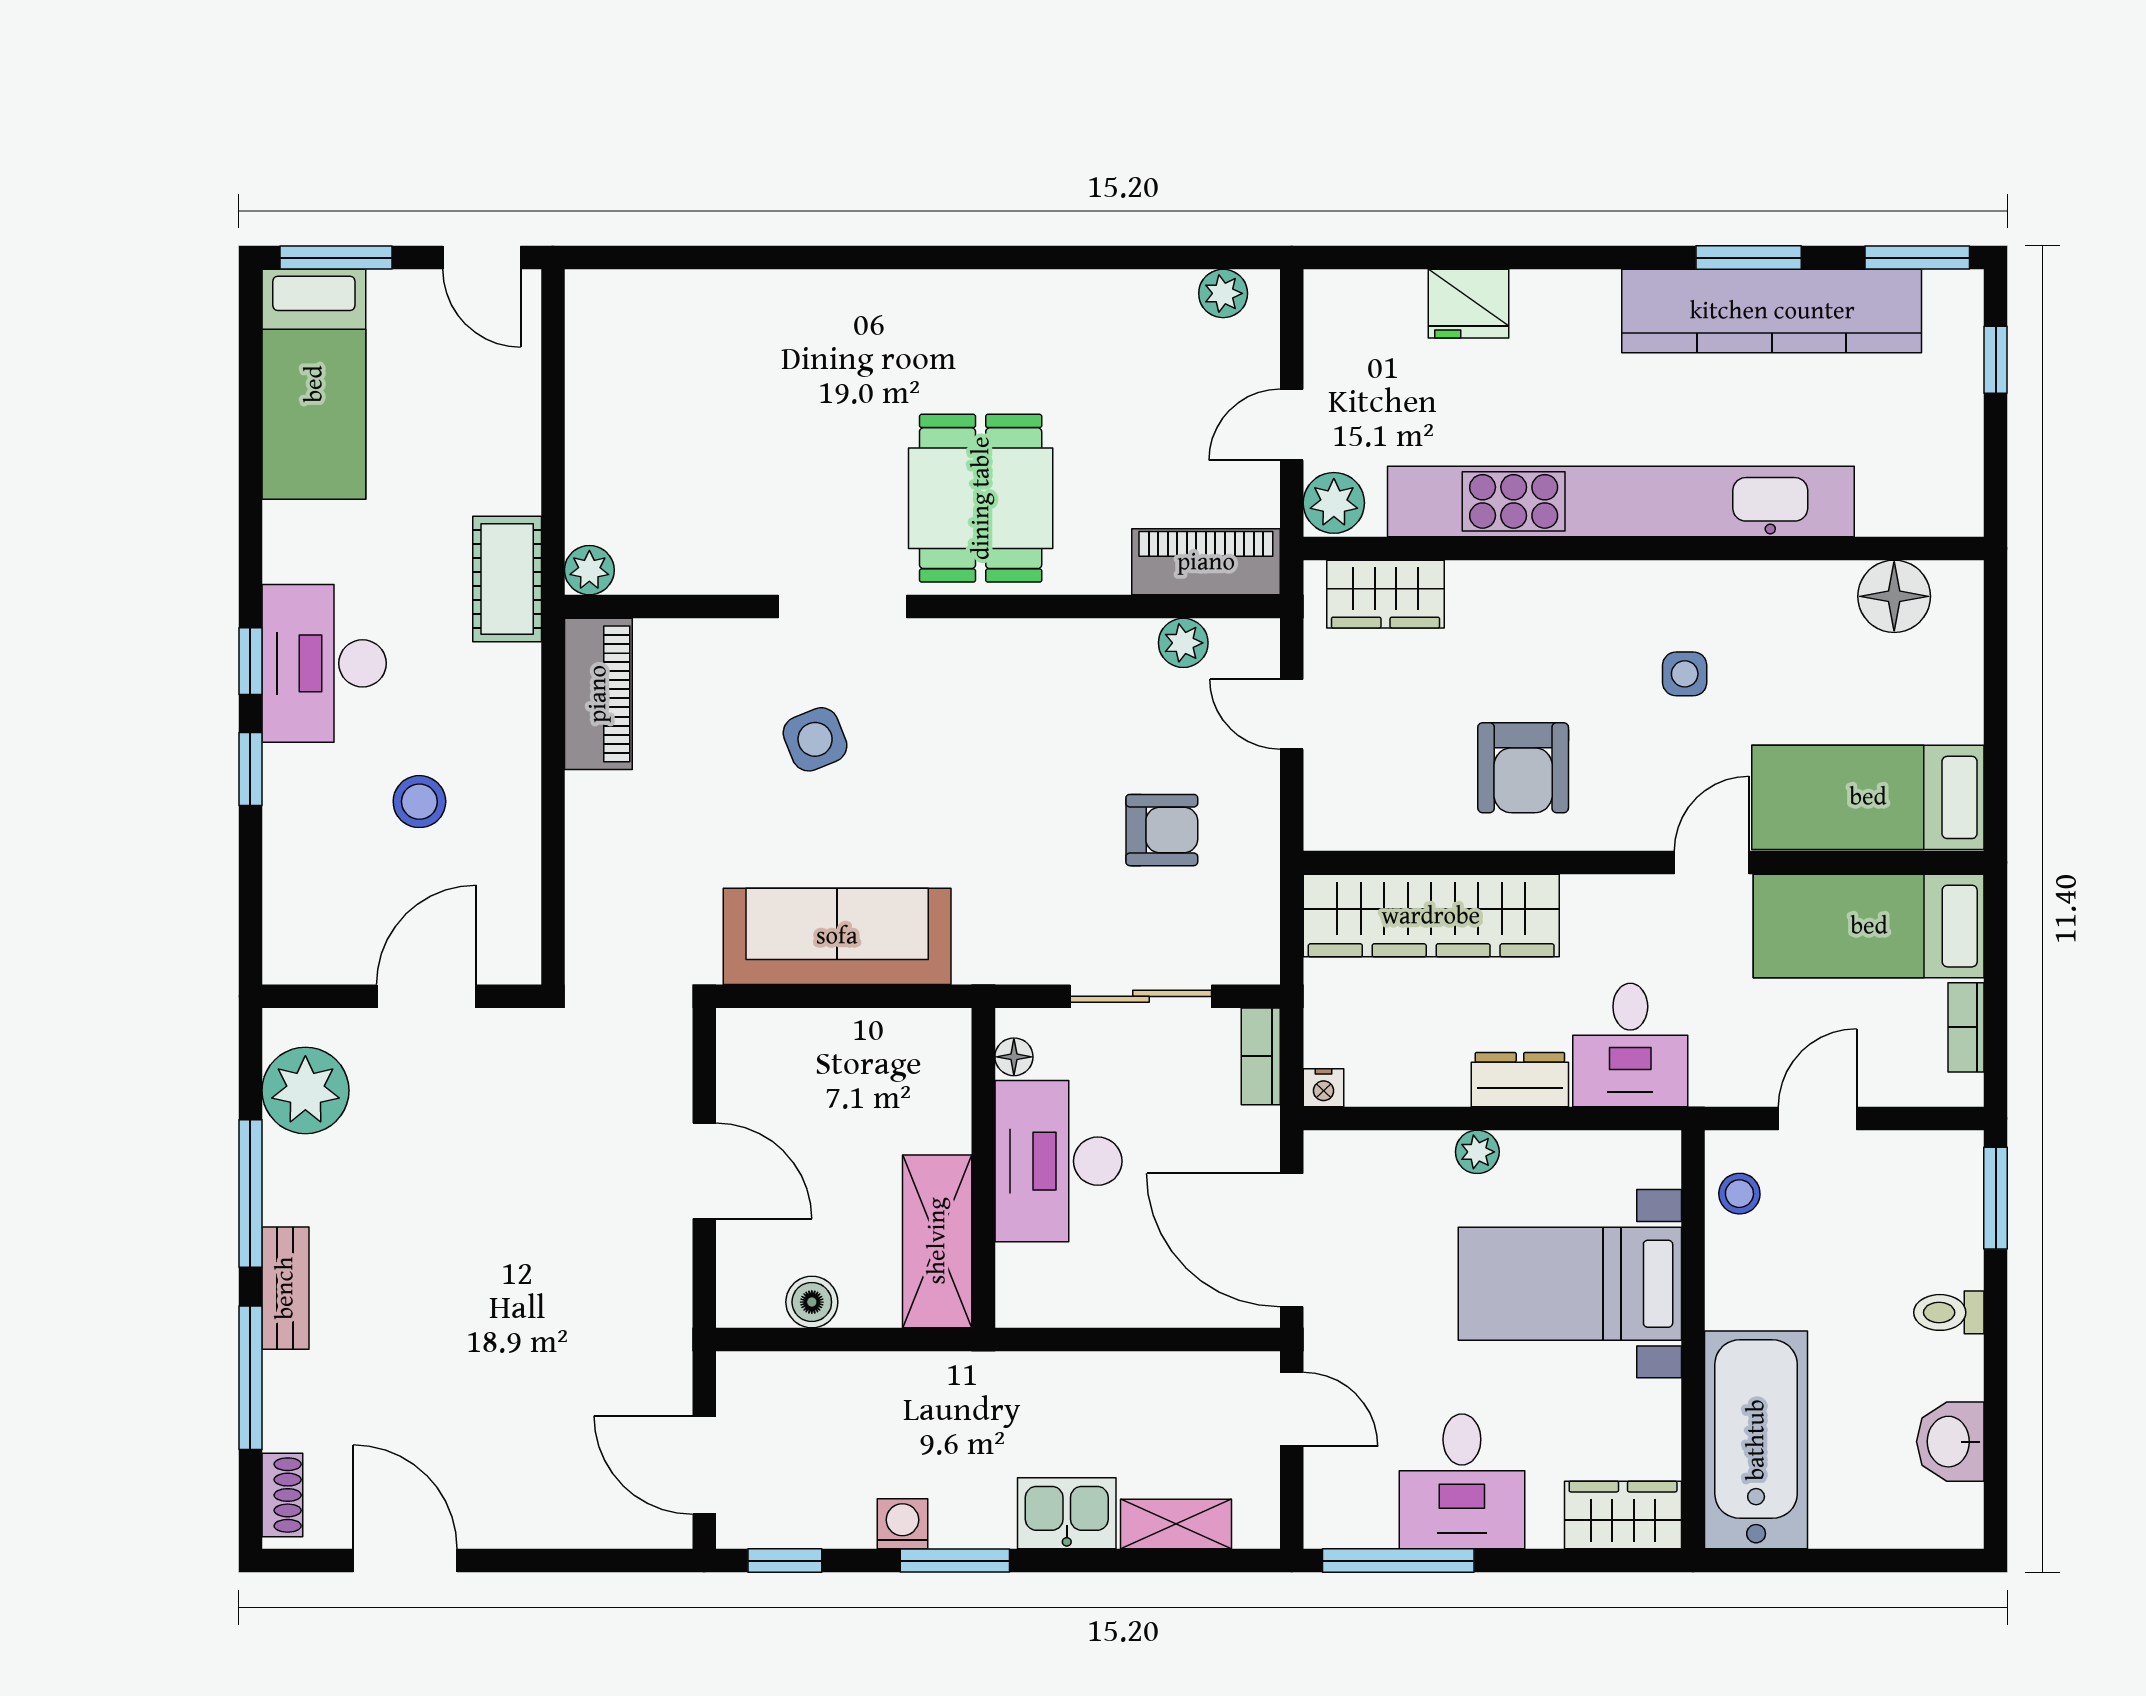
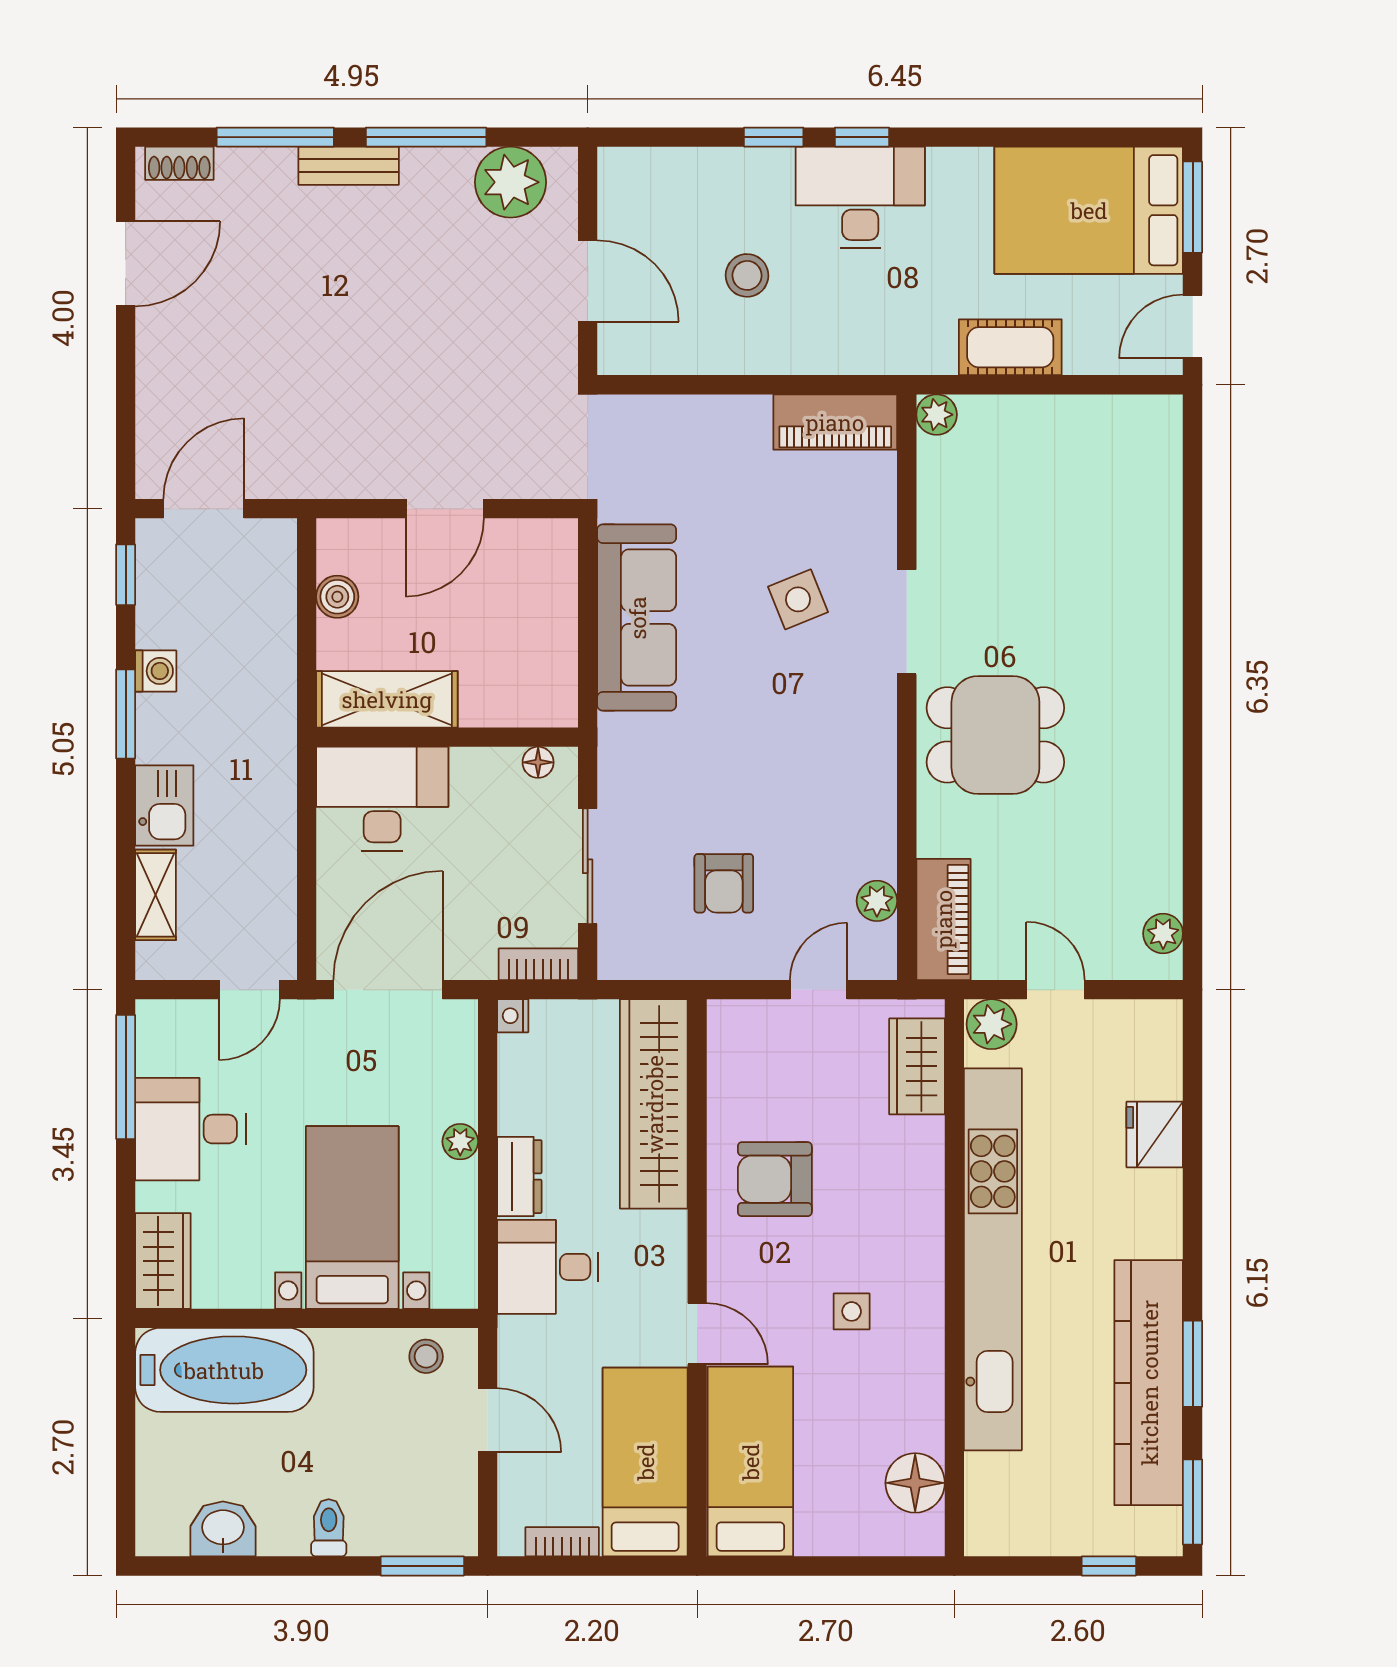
bed: (314, 384) -> (1089, 210), width x1.50
cot: (507, 579) -> (1010, 347), moved
desk: (1058, 1161) -> (382, 799), moved

